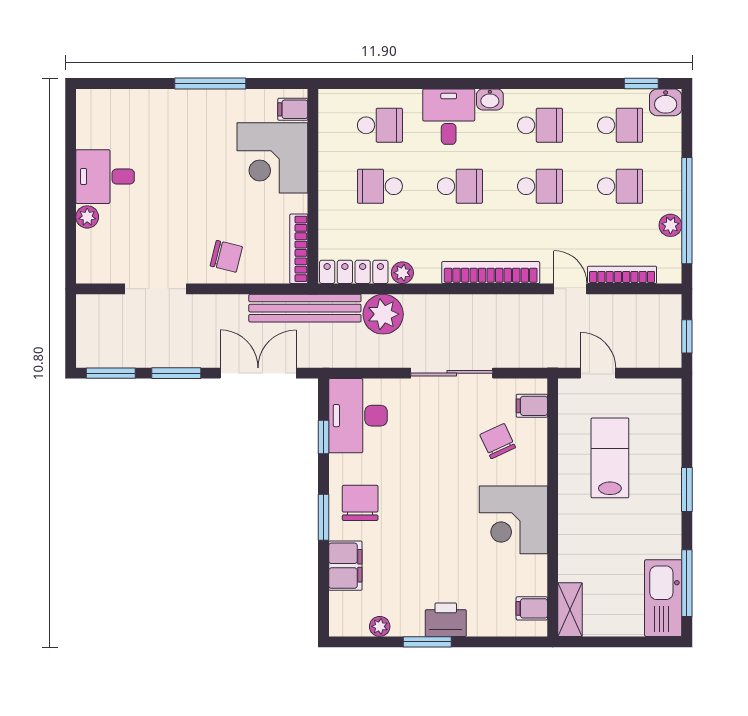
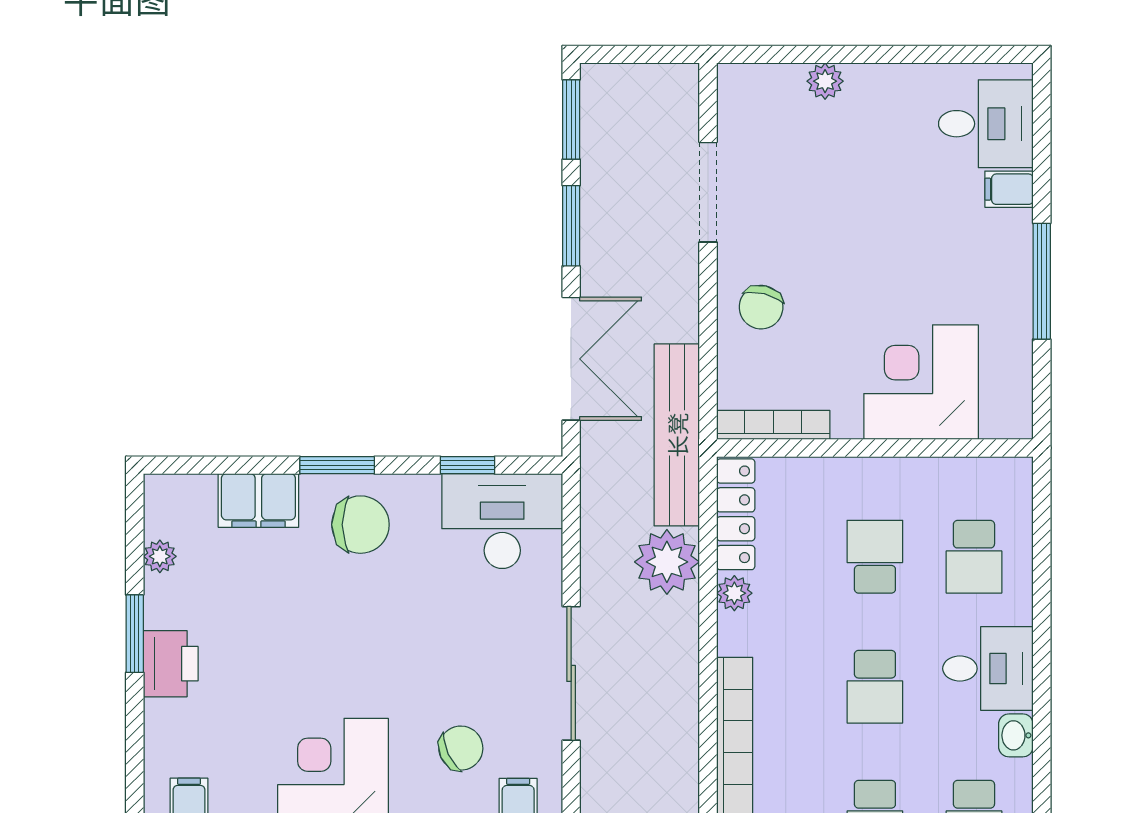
filing cabinet: (293, 109) -> (1009, 189), moved, turned -90
desk: (105, 177) -> (986, 124), moved, turned 90

